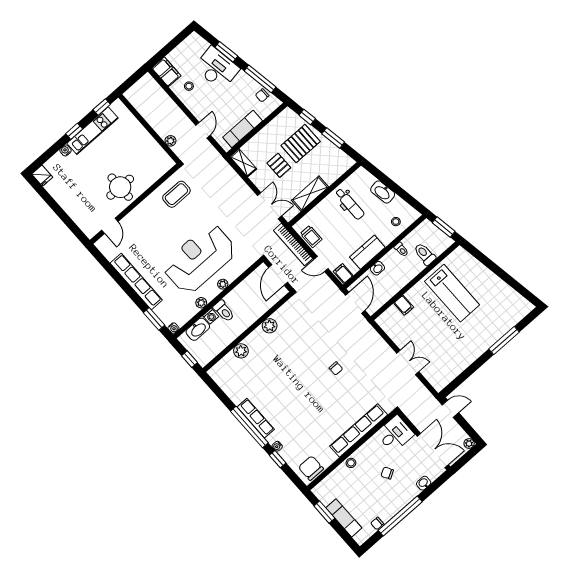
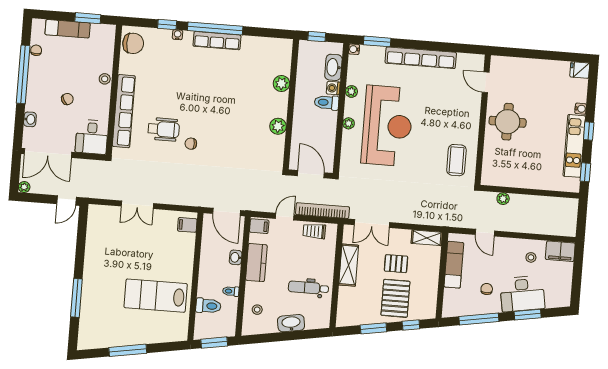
chair: (262, 95) -> (487, 289), moved
window: (504, 275) -> (128, 350), added
filing cabinet: (404, 305) -> (187, 225), moved
wheelchair: (344, 394) -> (164, 129), added

